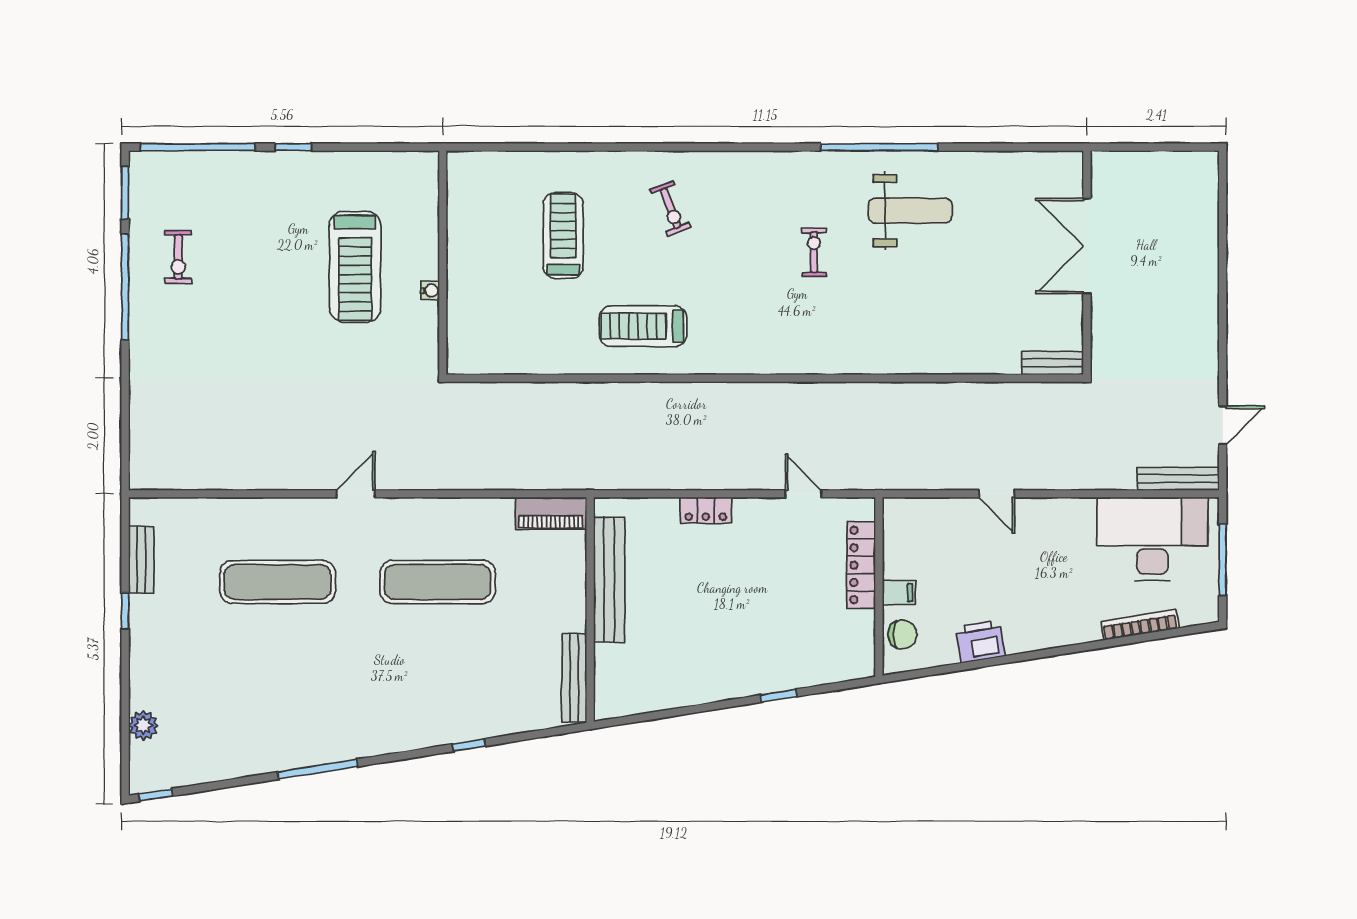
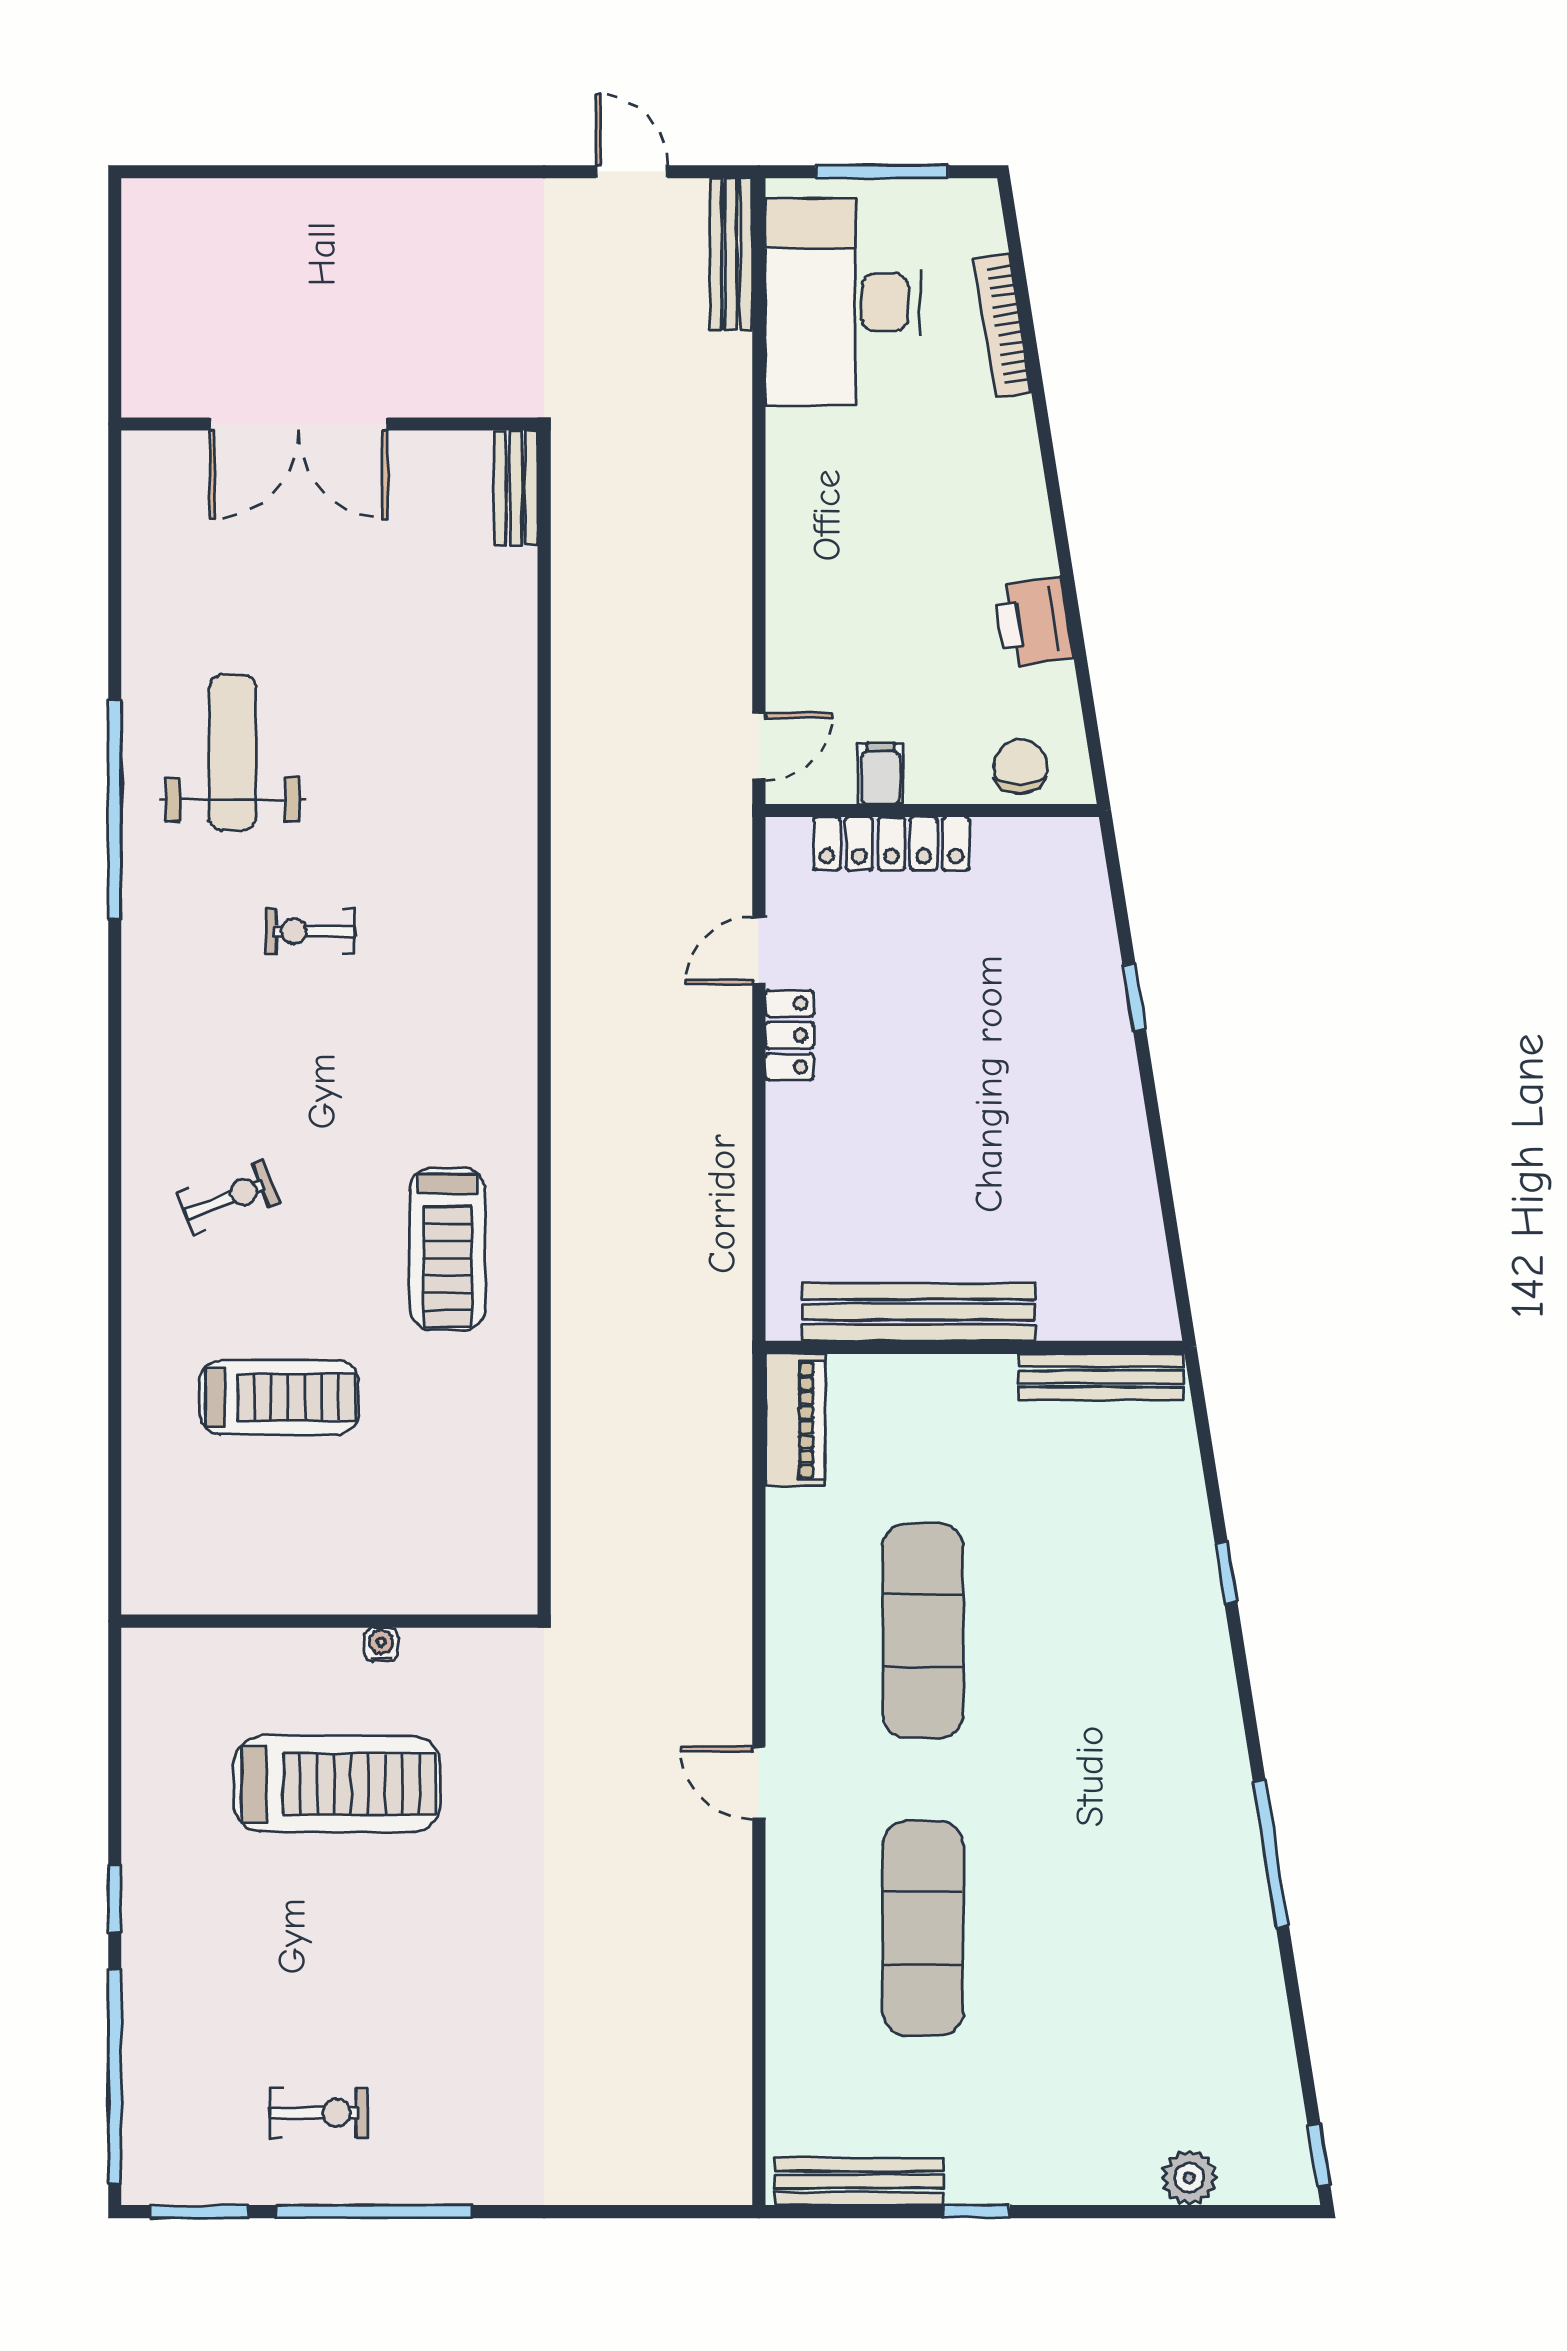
treadmill: (563, 236) -> (279, 1397), turned 180
door: (997, 494) -> (759, 746), moved
locker: (706, 510) -> (789, 1035), moved
bench: (141, 560) -> (859, 2182), width x1.36
filing cabinet: (899, 593) -> (880, 774), moved

